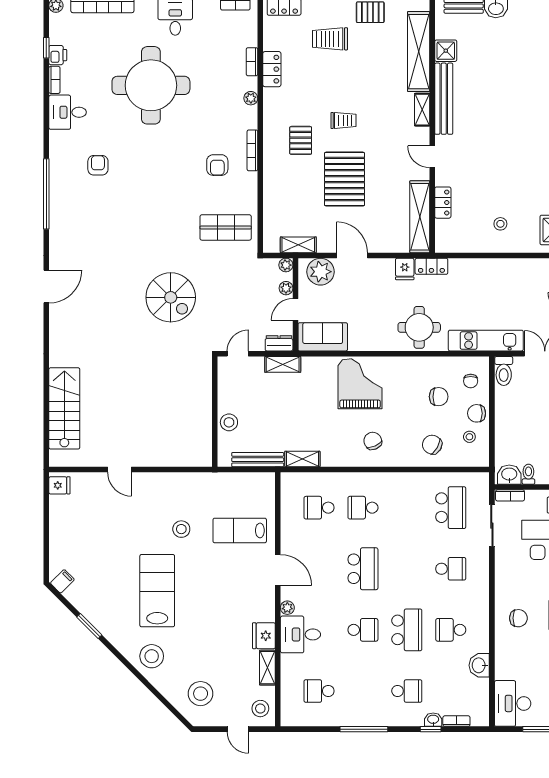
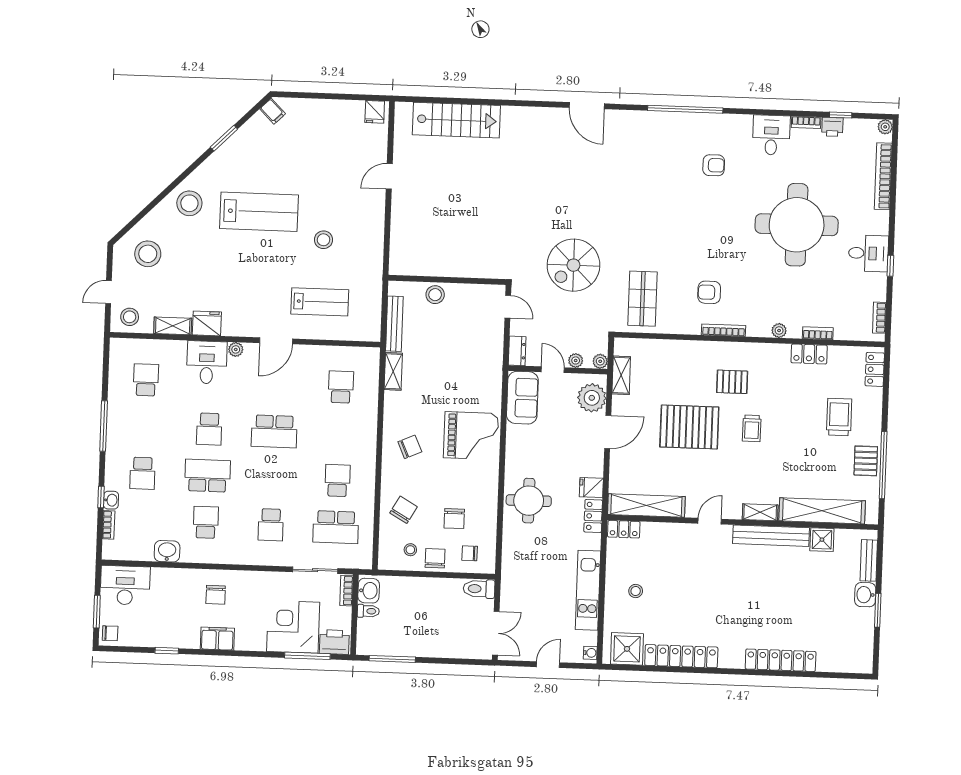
locker: (443, 203) -> (624, 529), moved
spiral stairs: (171, 297) -> (573, 265), moved
kitchen unit: (486, 341) -> (588, 590), moved, turned 180
shelving: (283, 364) -> (495, 354), removed
school desk: (363, 508) -> (337, 480), moved
lab bench: (240, 530) -> (320, 302), turned 90
school desk: (407, 630) -> (207, 476), turned 180

